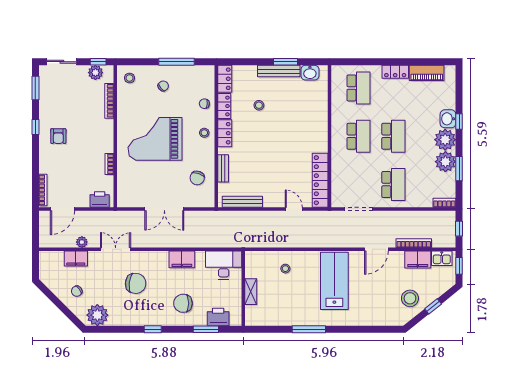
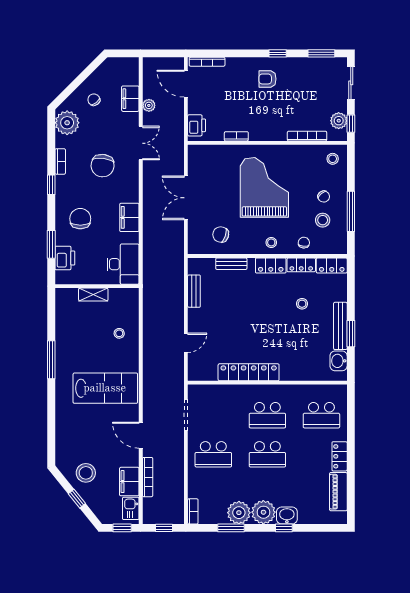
stool: (184, 87) -> (323, 220), added
locker: (320, 180) -> (249, 372), moved
bench: (242, 202) -> (194, 291), width x0.73
bookcase: (132, 321) -> (60, 161), added

